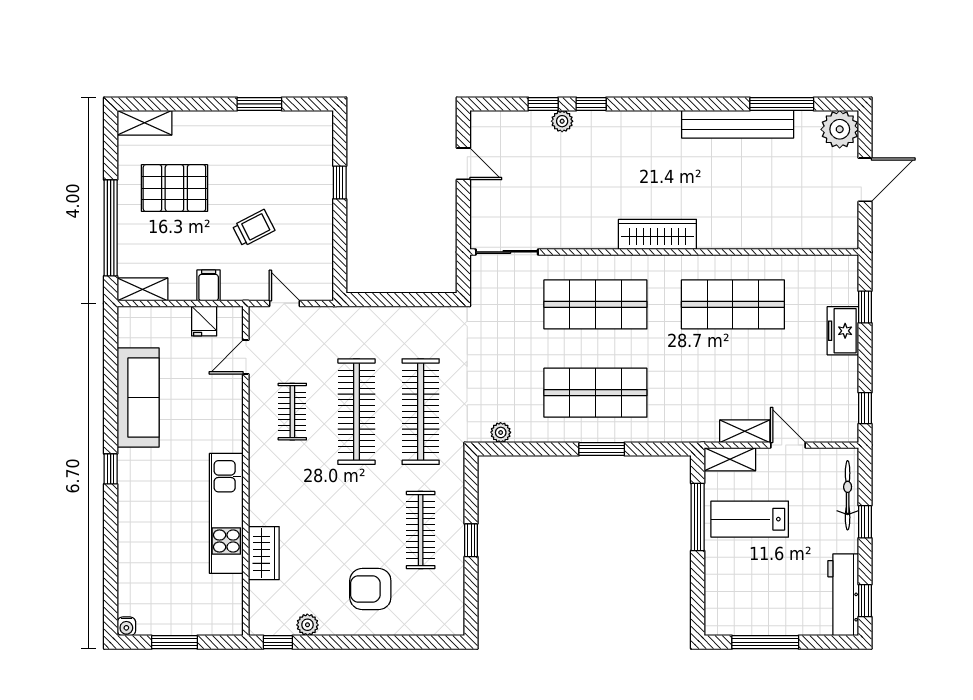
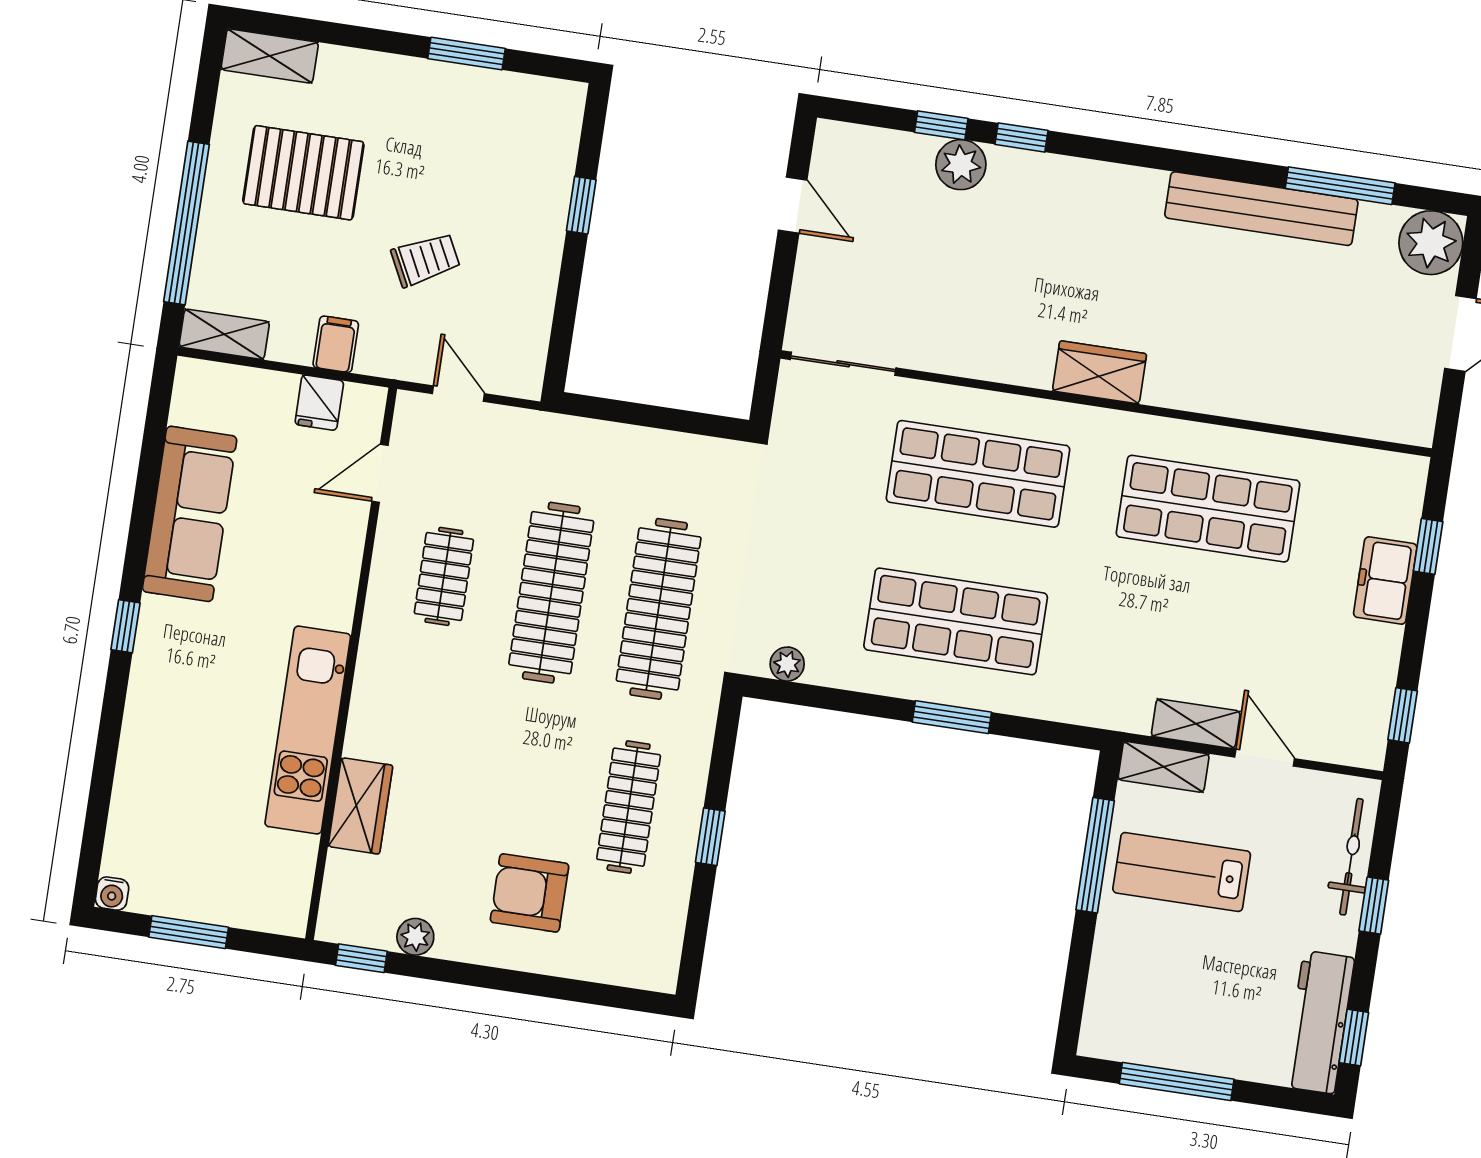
plant: (562, 121) -> (961, 165), width x1.38, depth x1.38
wardrobe: (657, 234) -> (1099, 372), width x0.67

